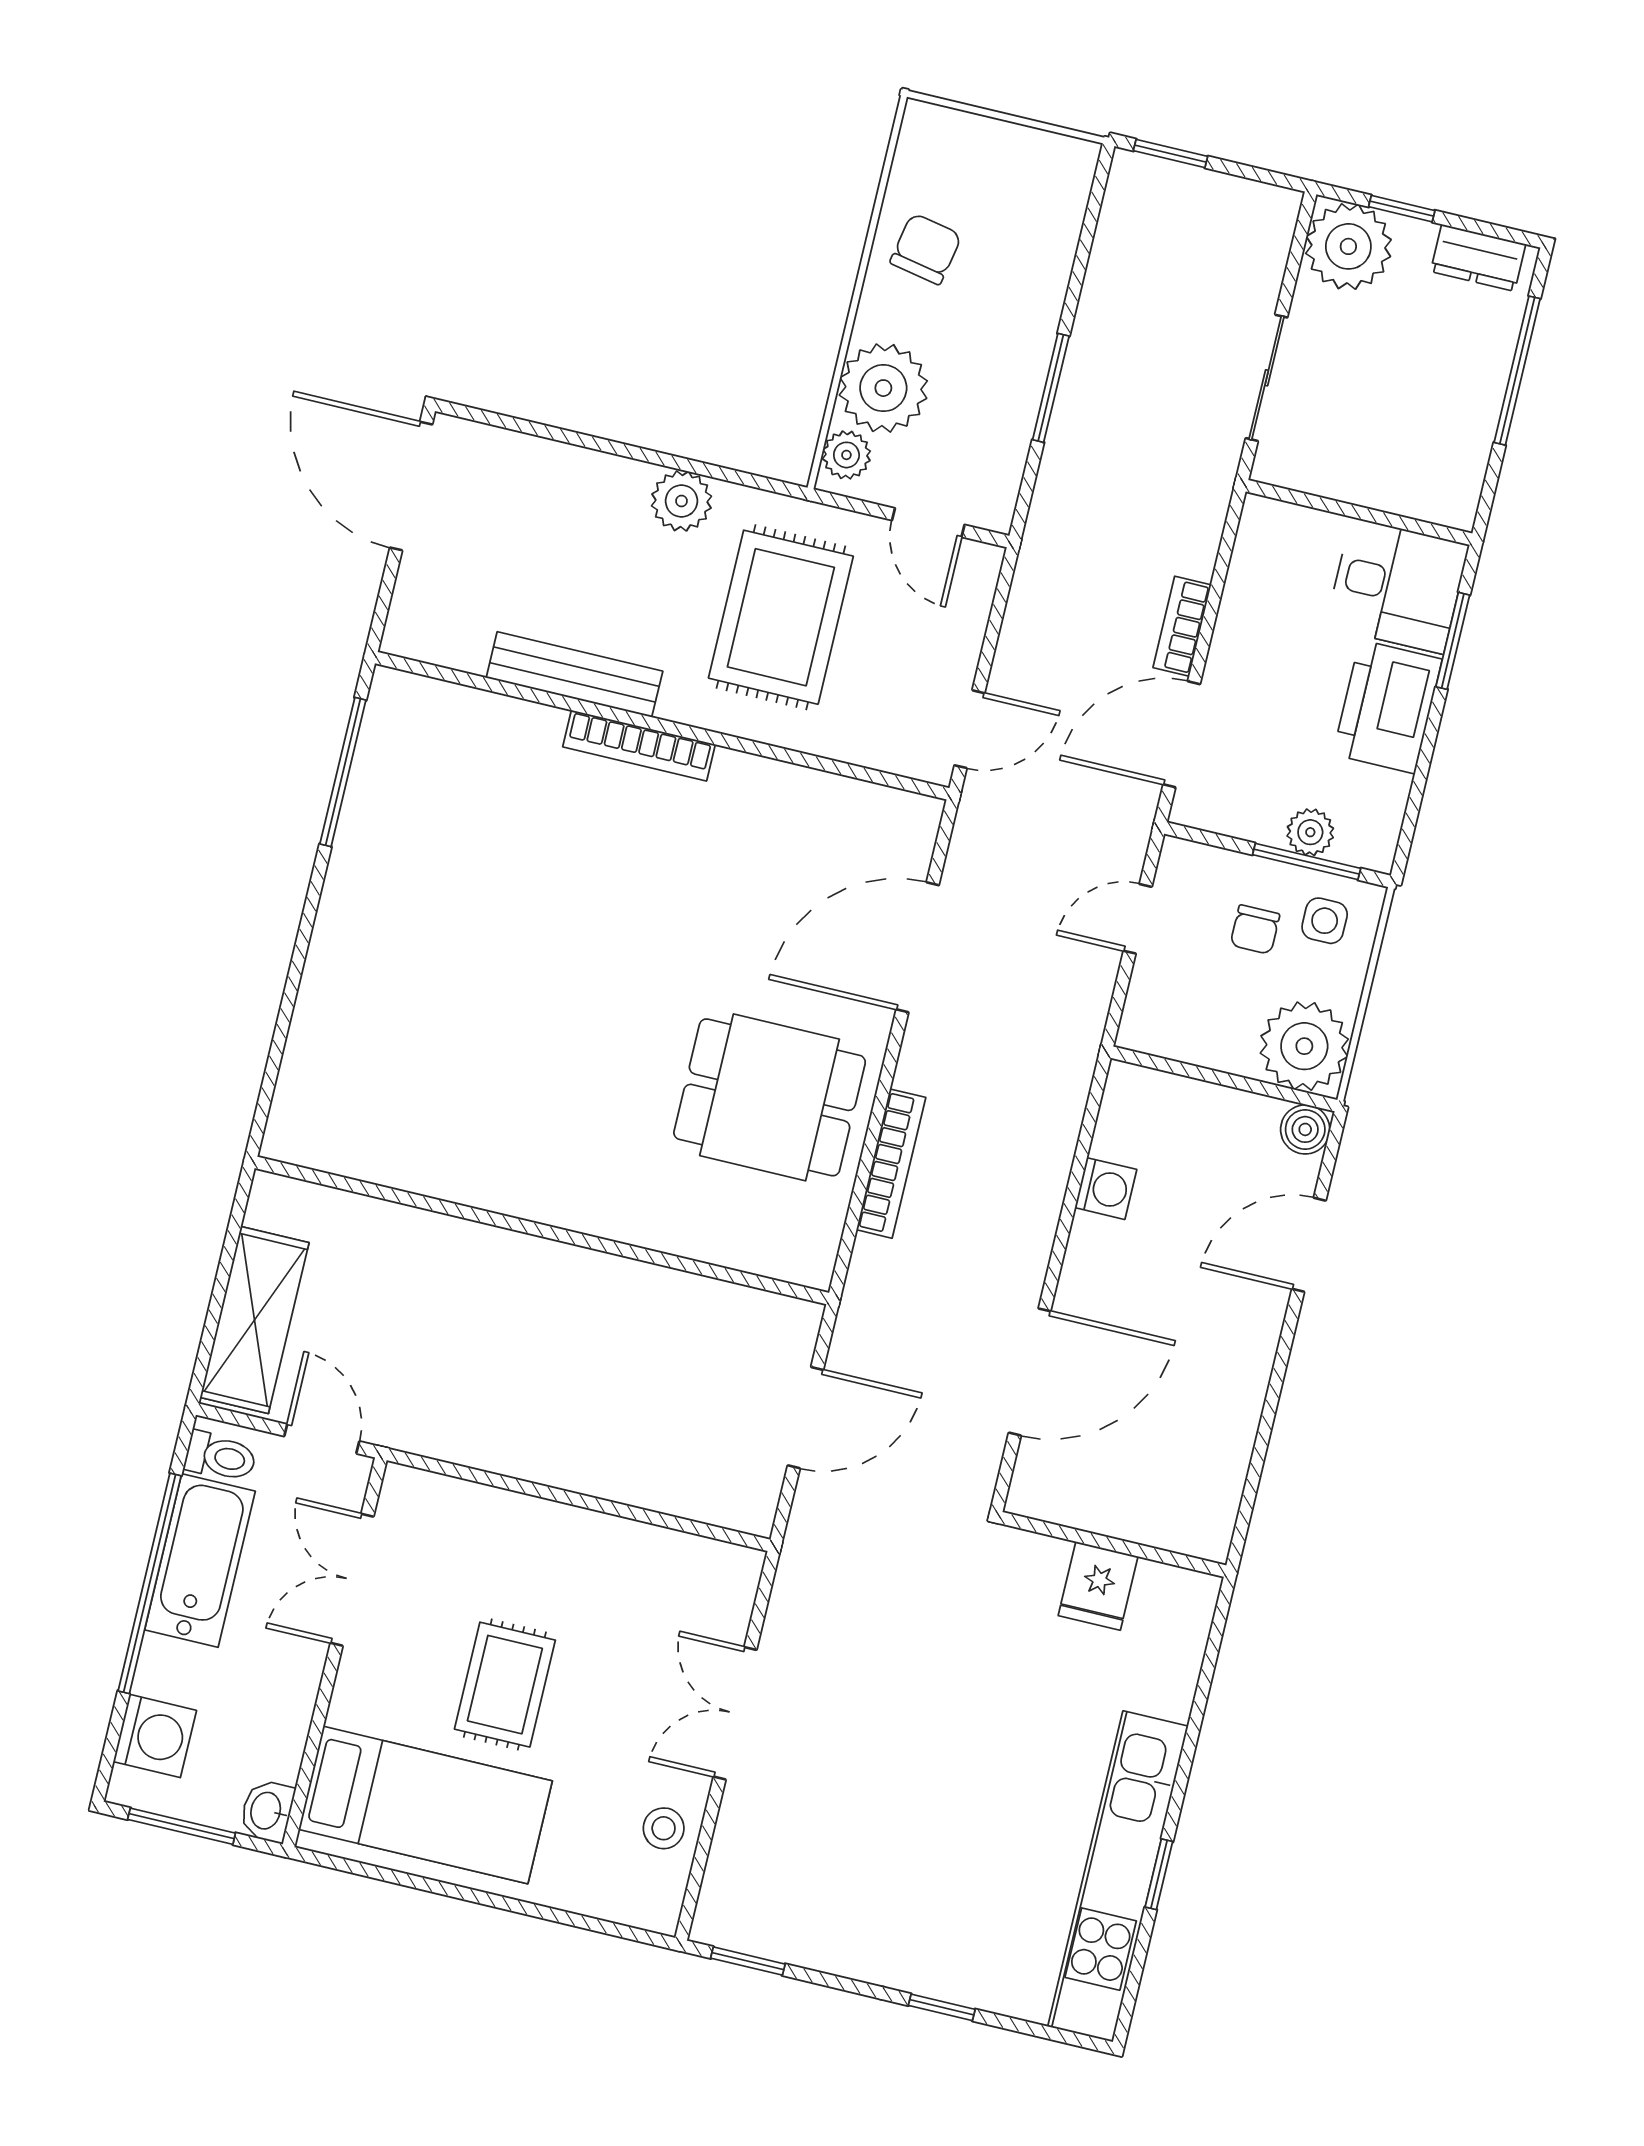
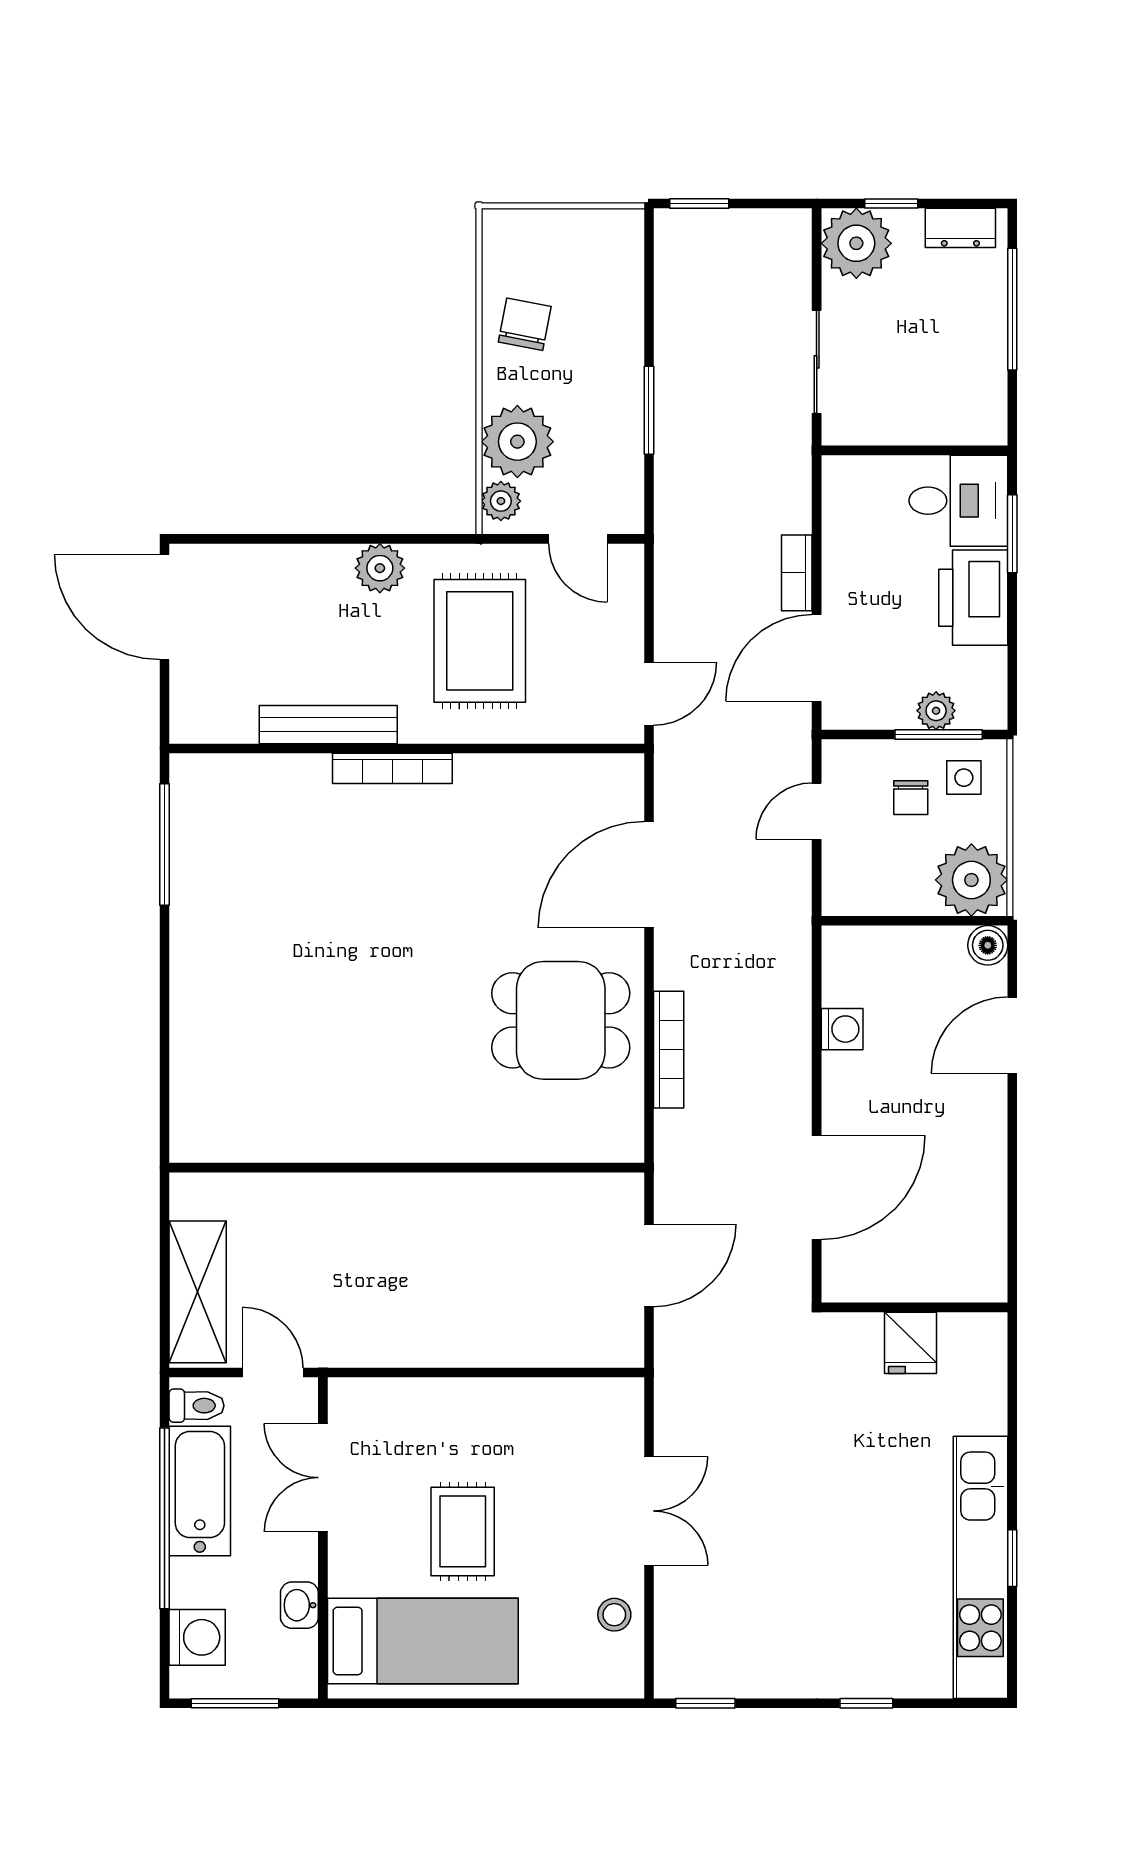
double door: (735, 1713) -> (649, 1511), swing flipped
washbasin: (267, 1811) -> (299, 1605), moved

